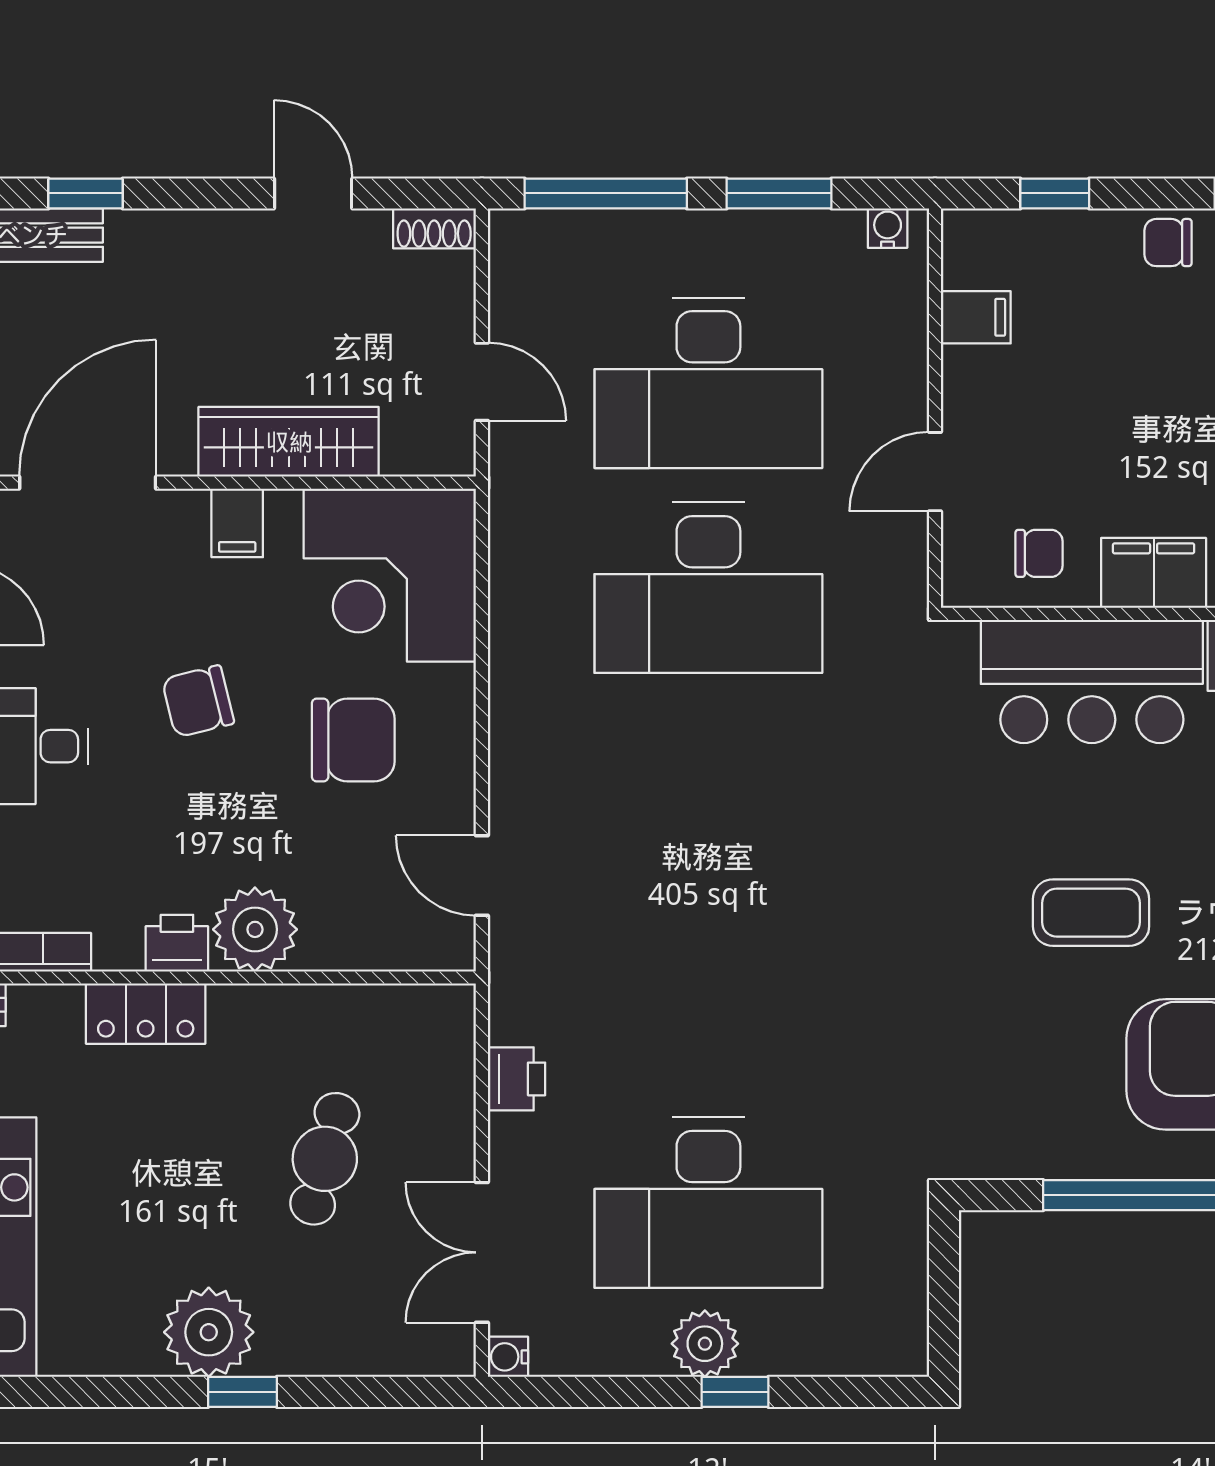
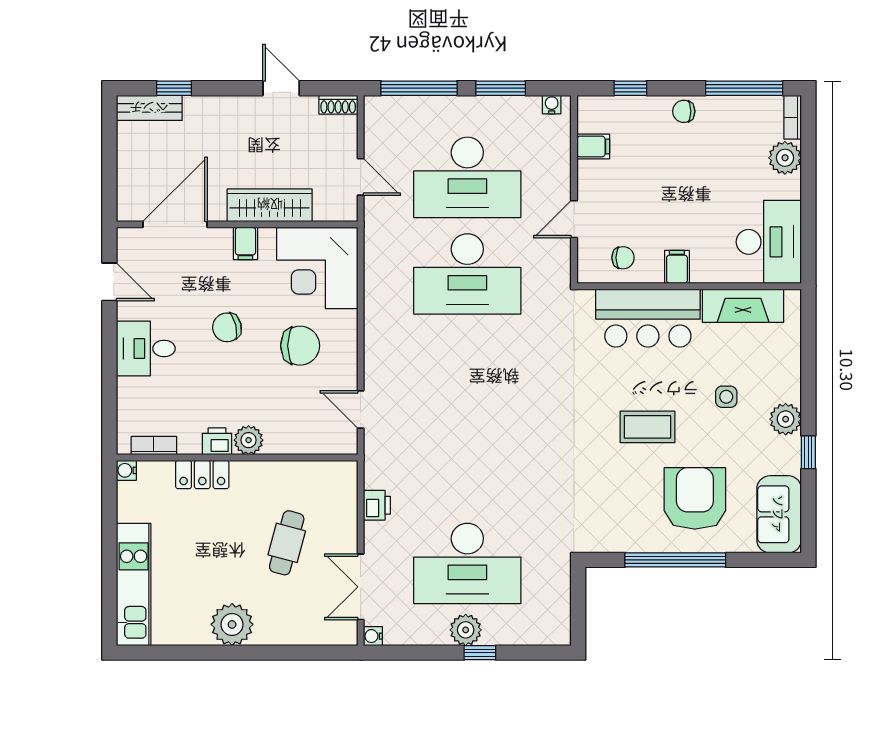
filing cabinet: (1154, 573) -> (677, 267), width x0.50
plant: (255, 929) -> (249, 440), width x0.73, depth x0.73
window: (242, 1392) -> (248, 653), removed

